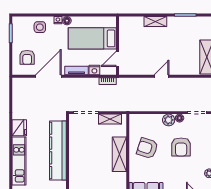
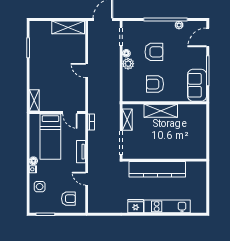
shelving: (155, 22) -> (34, 100), moved
nightstand: (94, 70) -> (81, 135), removed
door: (48, 76) -> (87, 179), width x0.53
armchair: (147, 148) -> (155, 84), turned 72

